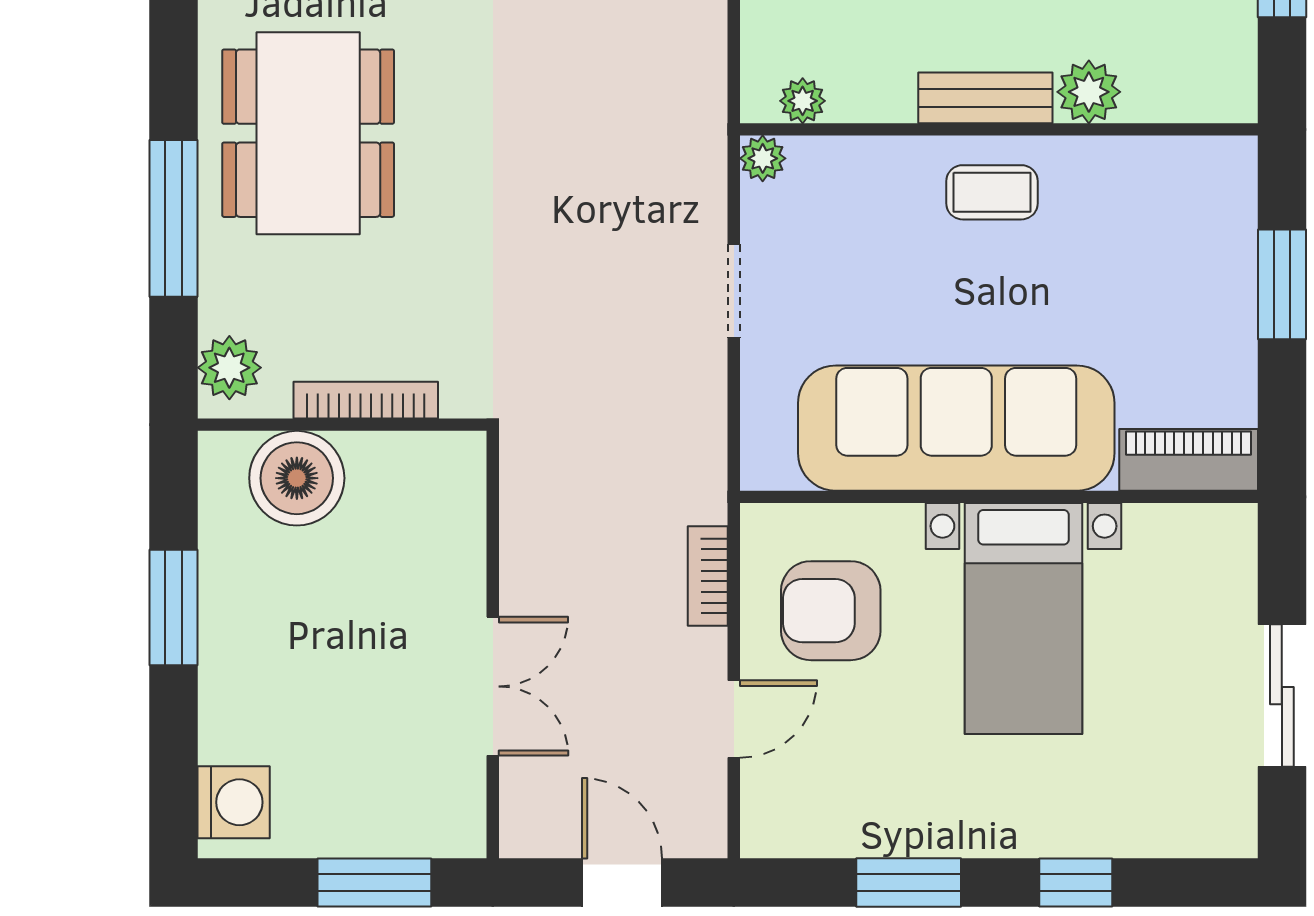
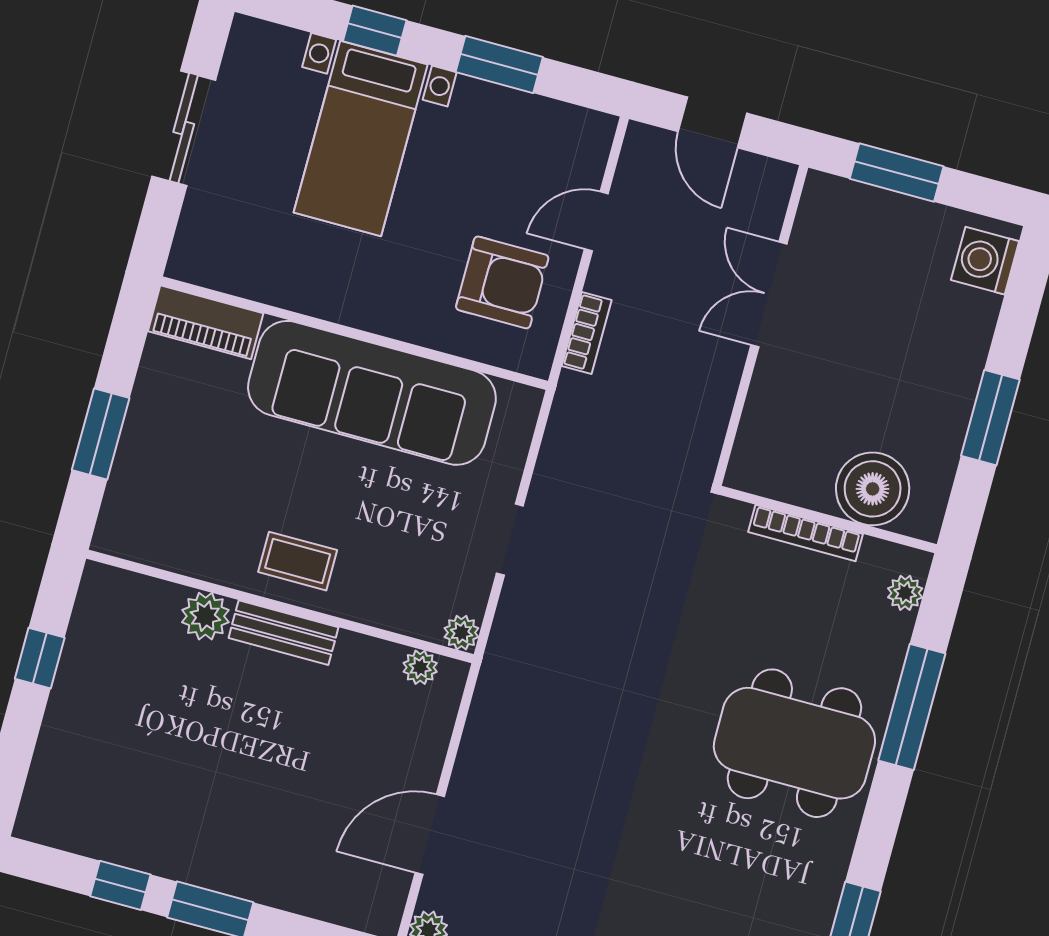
dining table: (308, 133) -> (794, 743), turned 90
plant: (229, 368) -> (905, 593), width x0.73, depth x0.73
bed with nightstands: (1024, 619) -> (361, 138), moved, turned 180

